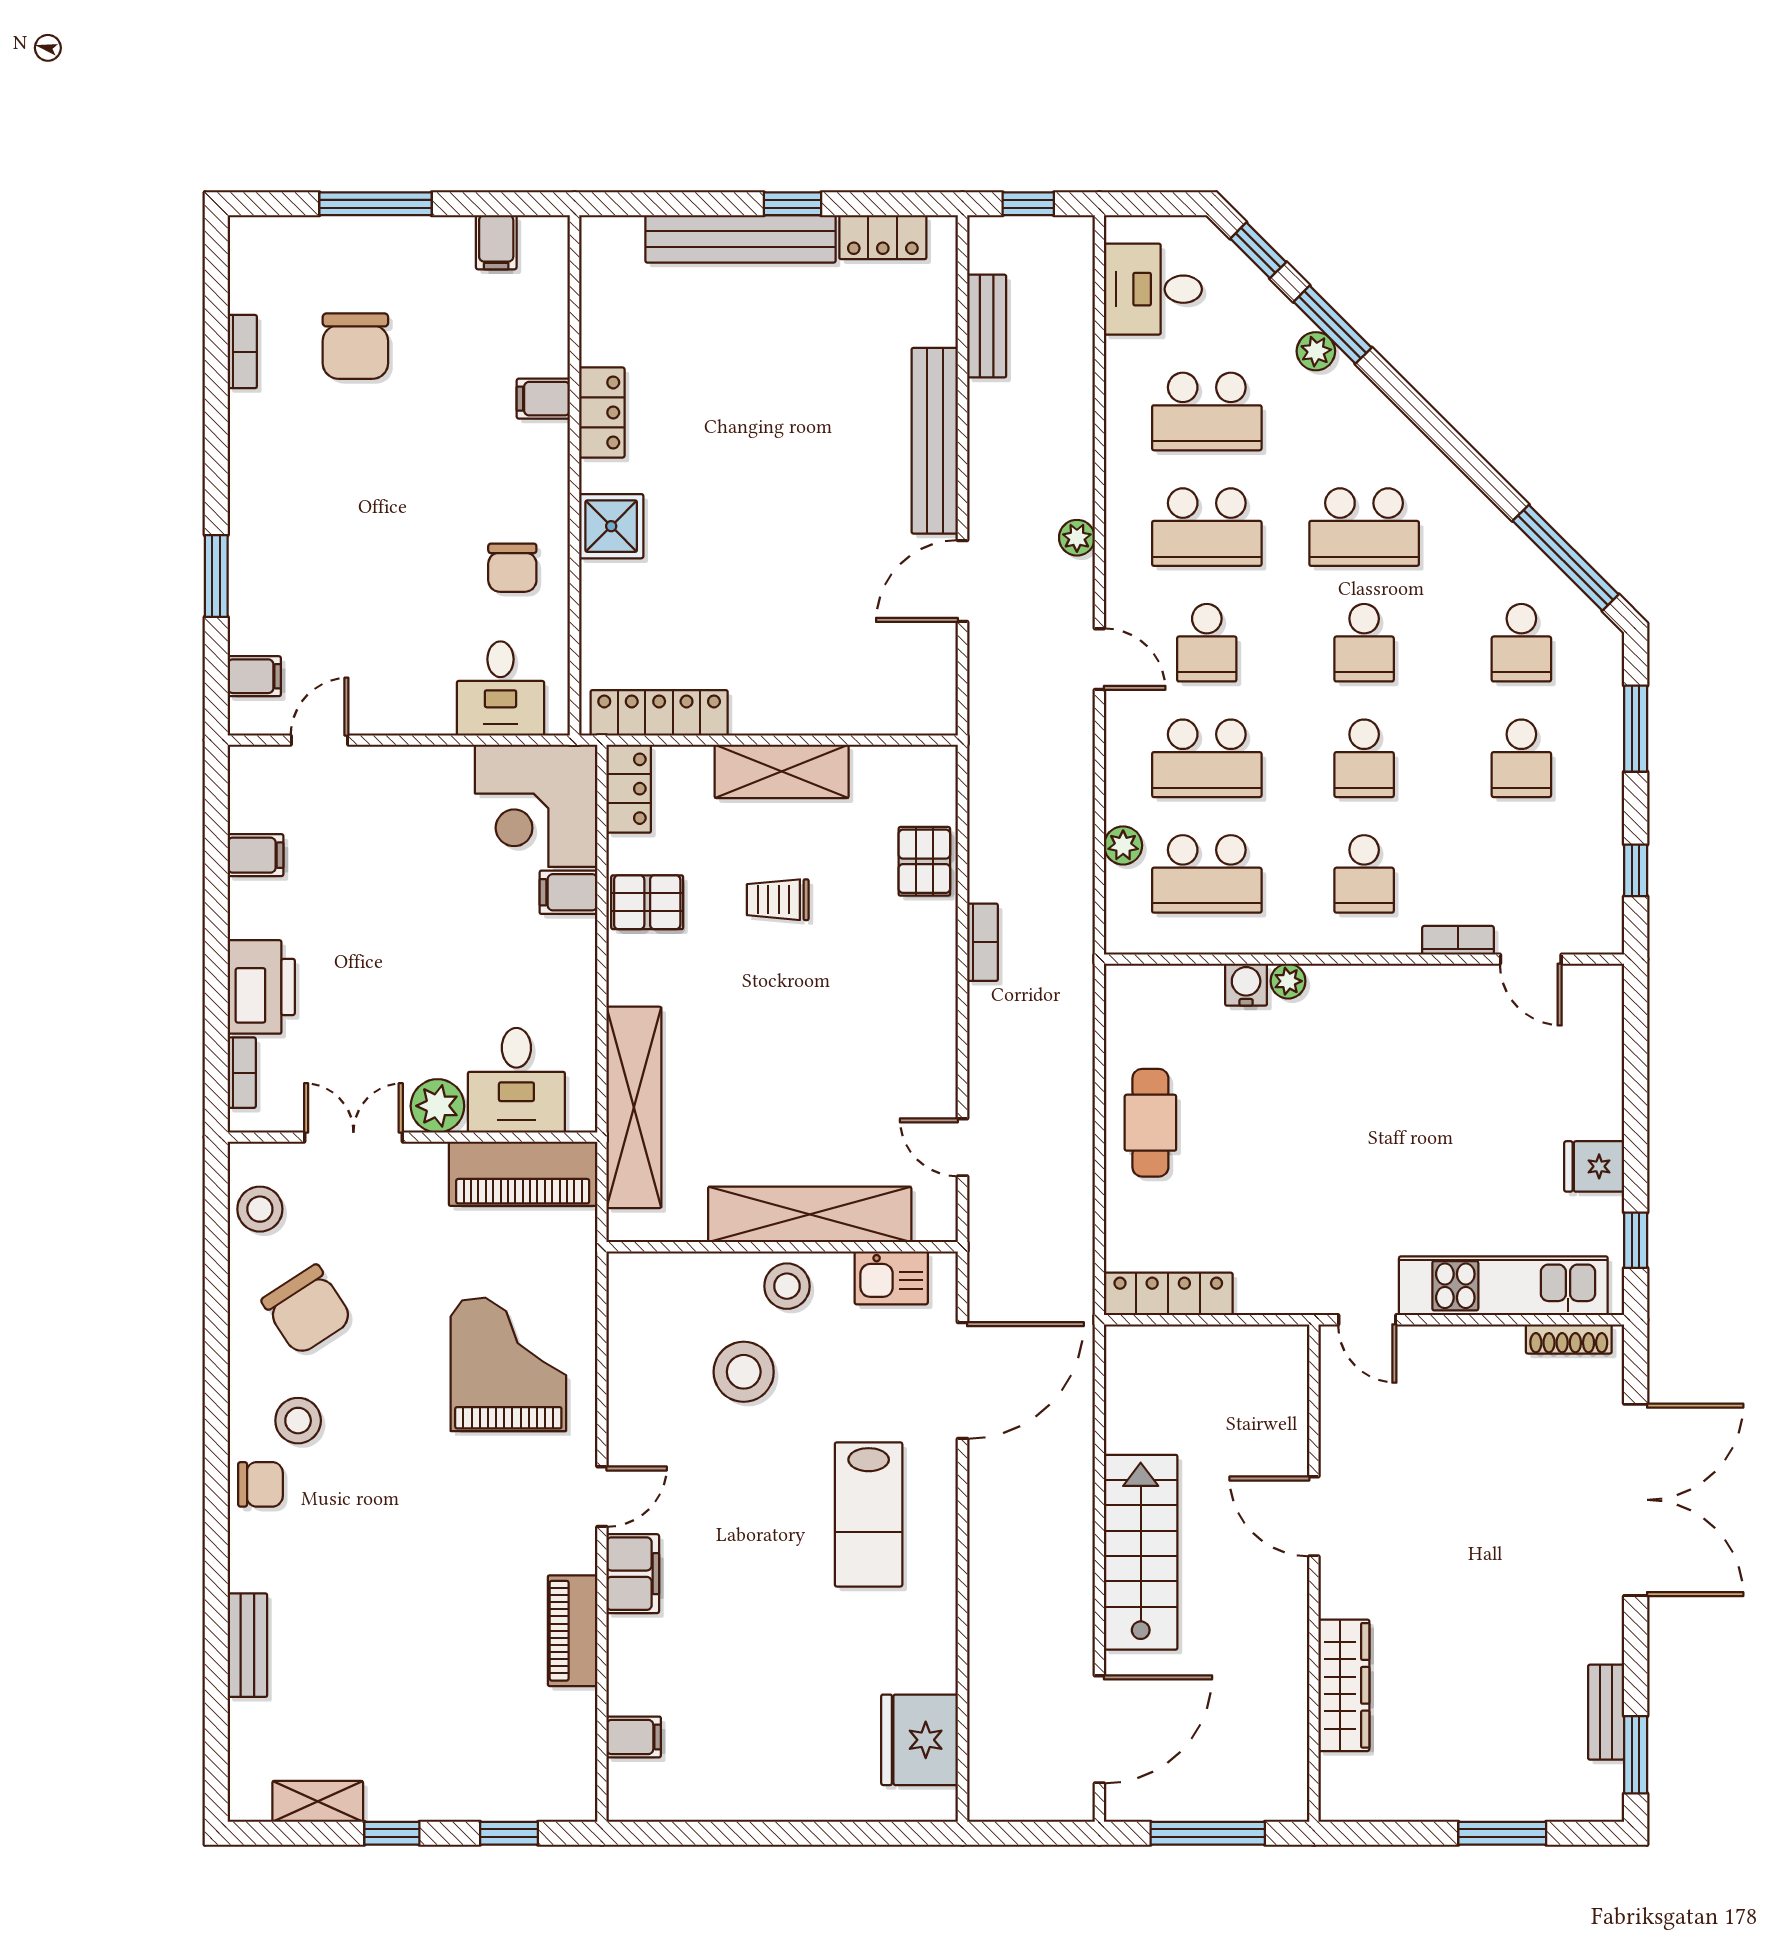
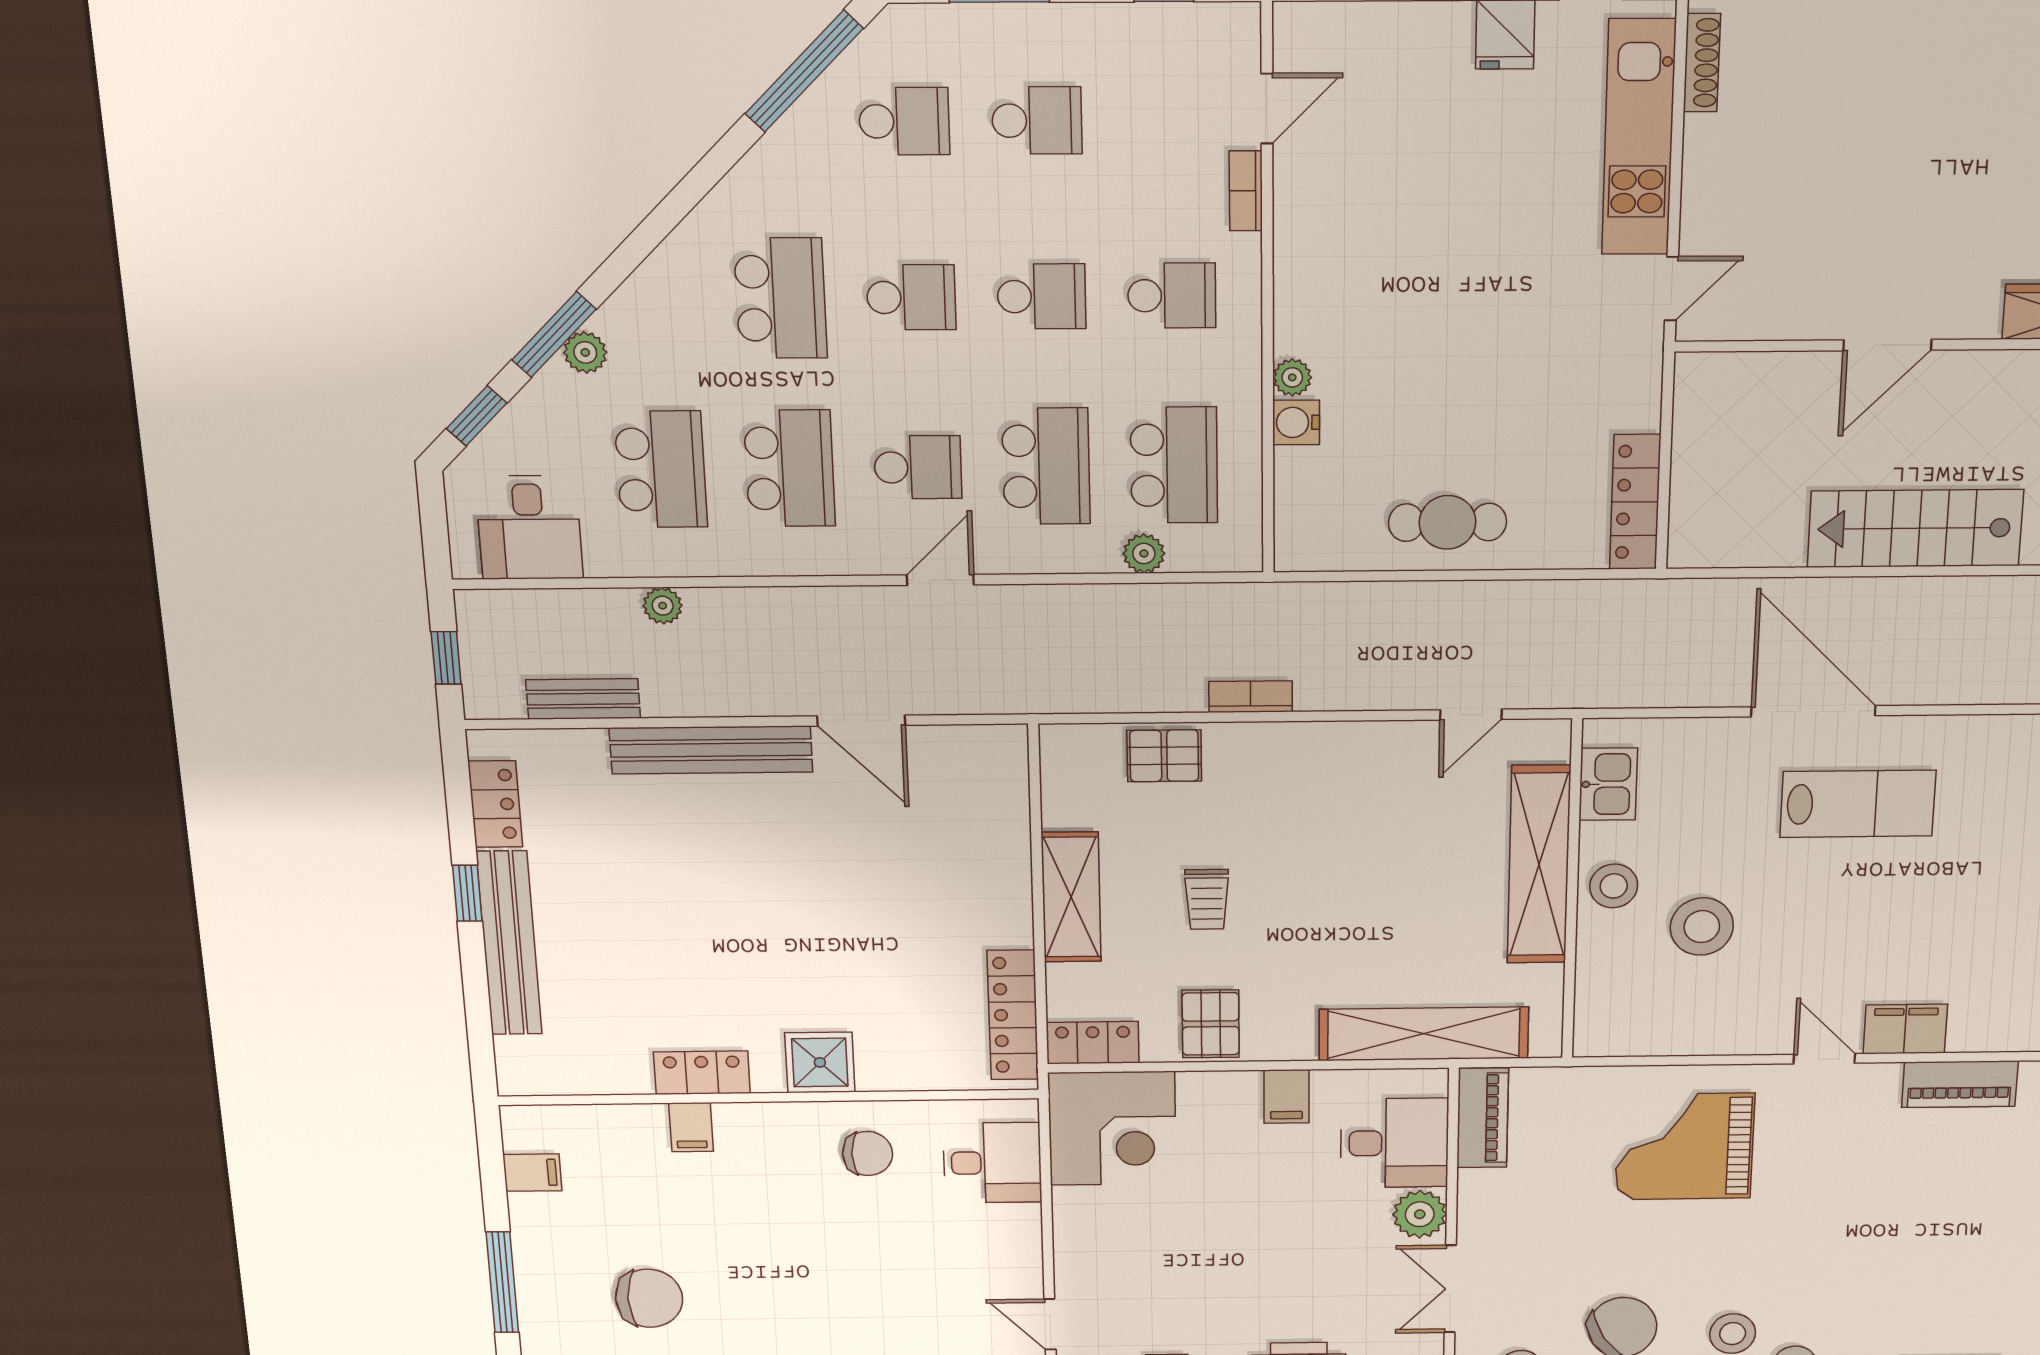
plant: (1077, 538) -> (663, 606), moved
filing cabinet: (568, 892) -> (1286, 1096), moved
piano: (523, 1174) -> (1483, 1118), width x0.73, depth x0.75
door: (962, 1380) -> (1813, 711), moved

